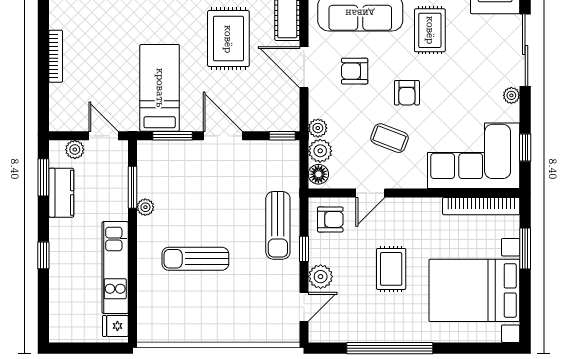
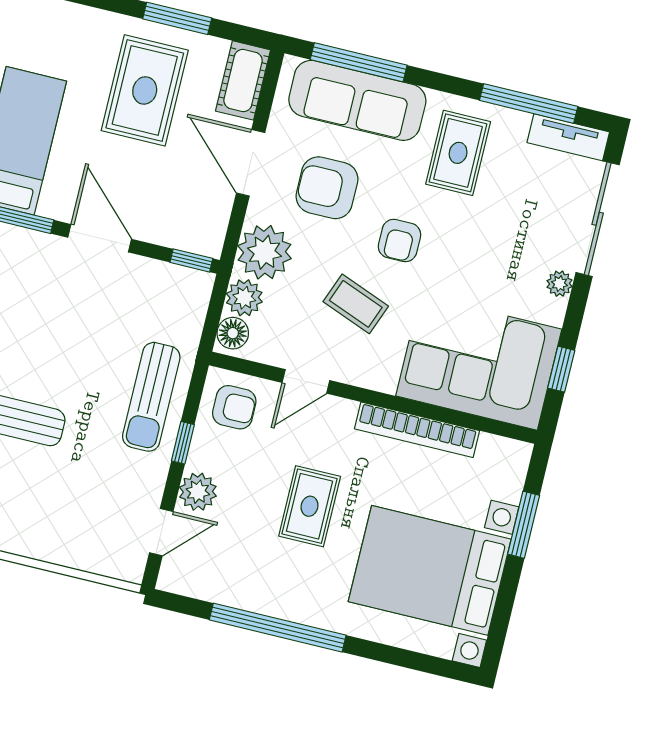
armchair: (355, 71) -> (327, 188), width x1.38, depth x1.38
plant: (318, 128) -> (264, 252), width x1.87, depth x1.87
bookcase: (481, 206) -> (417, 430), moved

